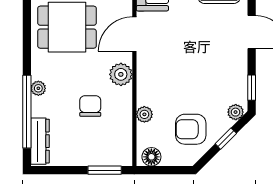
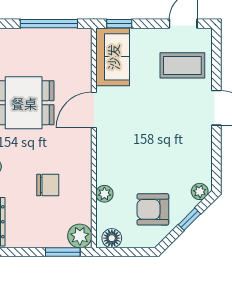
plant: (121, 74) -> (80, 236), moved
window: (252, 88) -> (216, 166), removed
chair: (90, 106) -> (48, 185), turned 90

